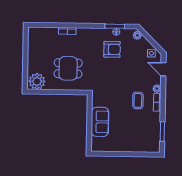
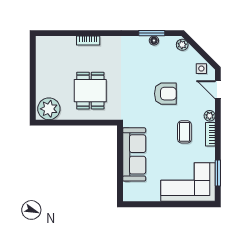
armchair: (112, 49) -> (165, 94), moved
dining table: (68, 68) -> (90, 91), turned 90
sofa: (100, 122) -> (134, 154), width x1.36
corner sofa: (140, 138) -> (188, 182), added

